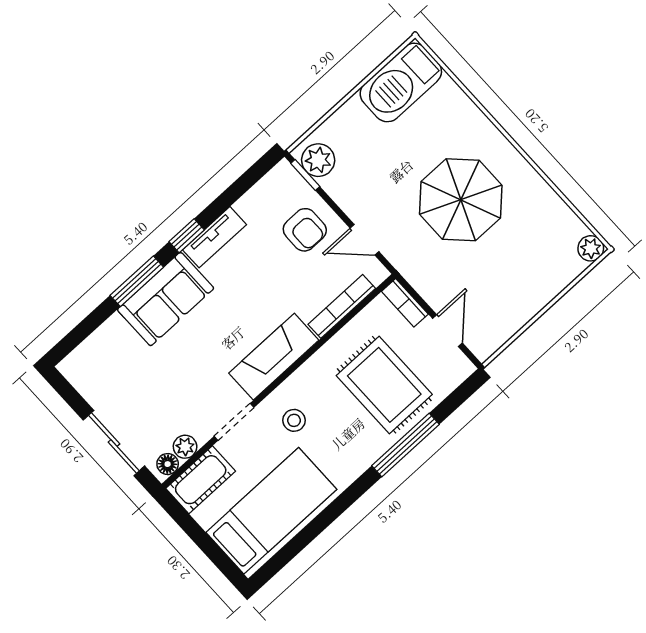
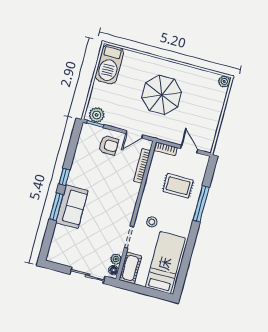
tv unit: (215, 237) -> (76, 170), removed
fireplace: (274, 357) -> (128, 202), removed
rug: (384, 385) -> (178, 186), width x0.73, depth x0.70

